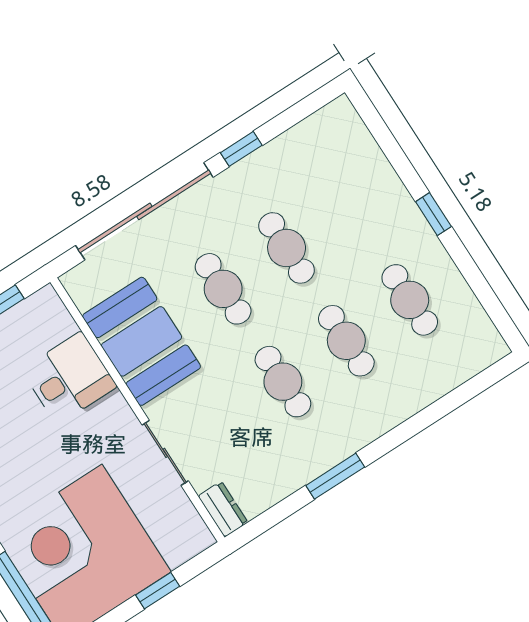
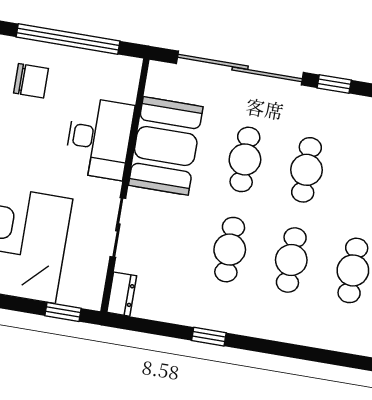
desk: (69, 378) -> (99, 138), width x1.37
window: (335, 476) -> (209, 337), width x0.67
window: (158, 591) -> (63, 312), moved

